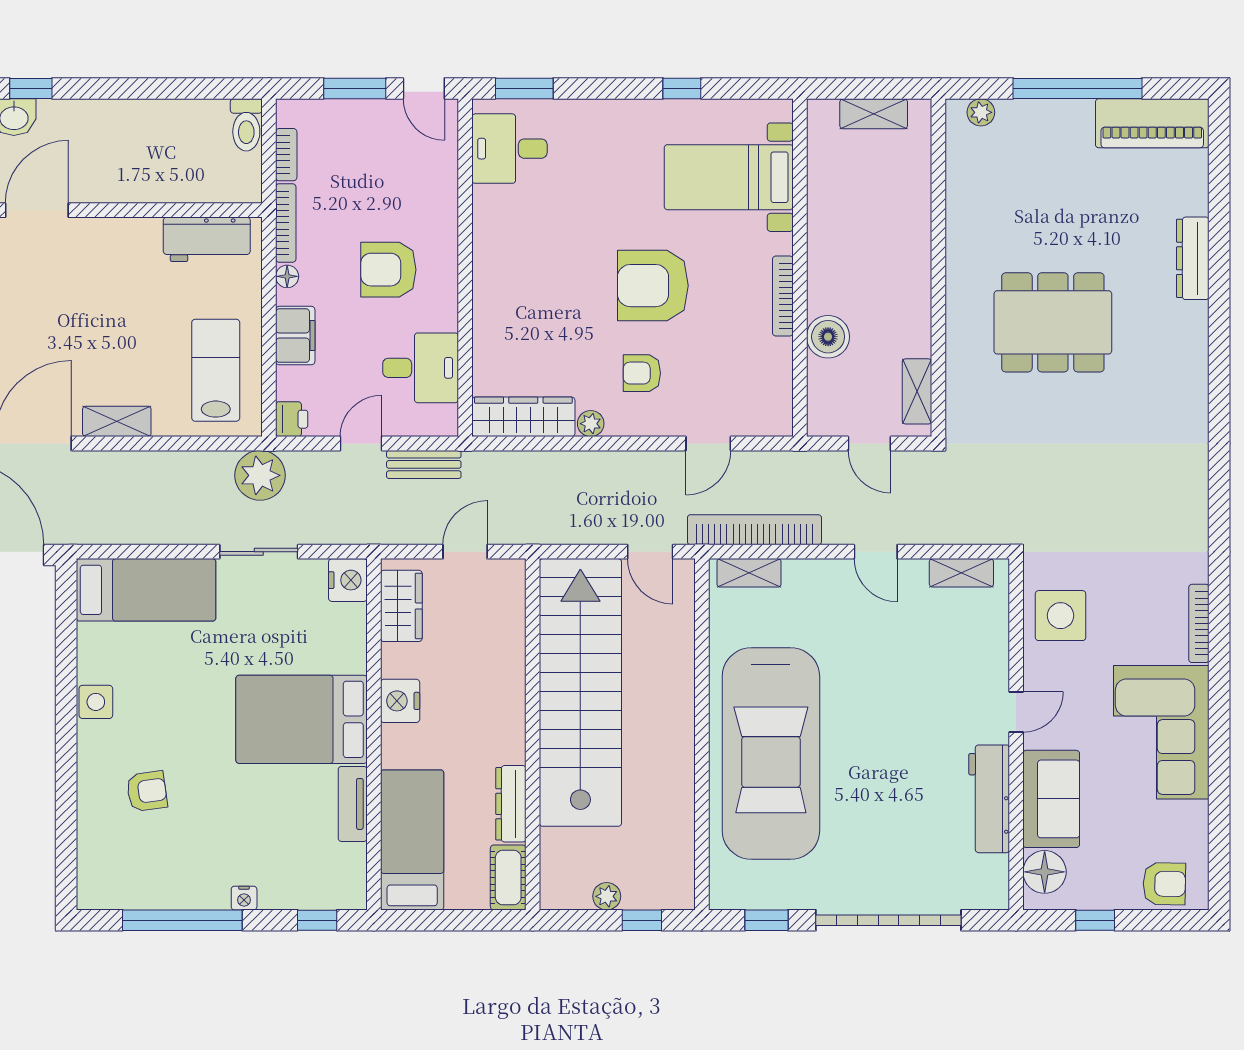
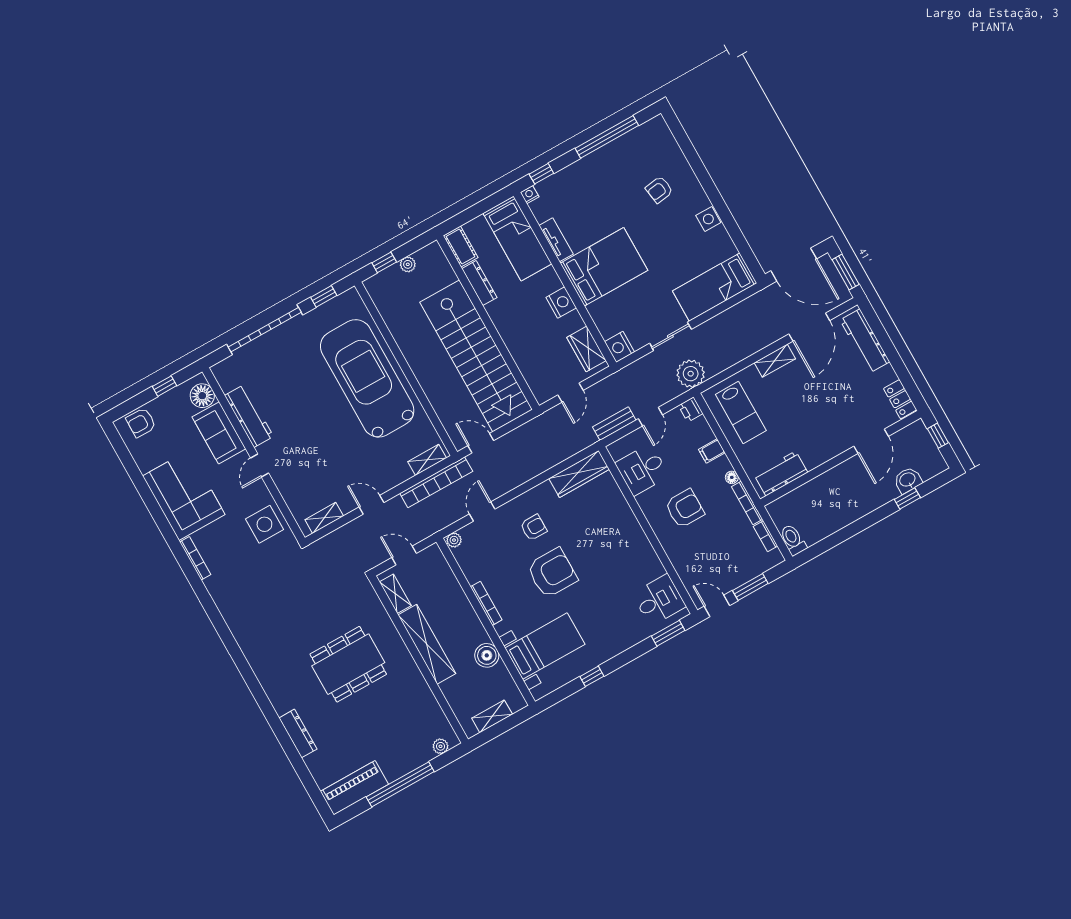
shelving: (912, 284) -> (427, 644), added
filing cabinet: (295, 336) -> (712, 451), width x0.50
boiler: (828, 337) -> (487, 655), moved
plant: (591, 424) -> (454, 540), moved
nightstand: (244, 898) -> (530, 195), moved

